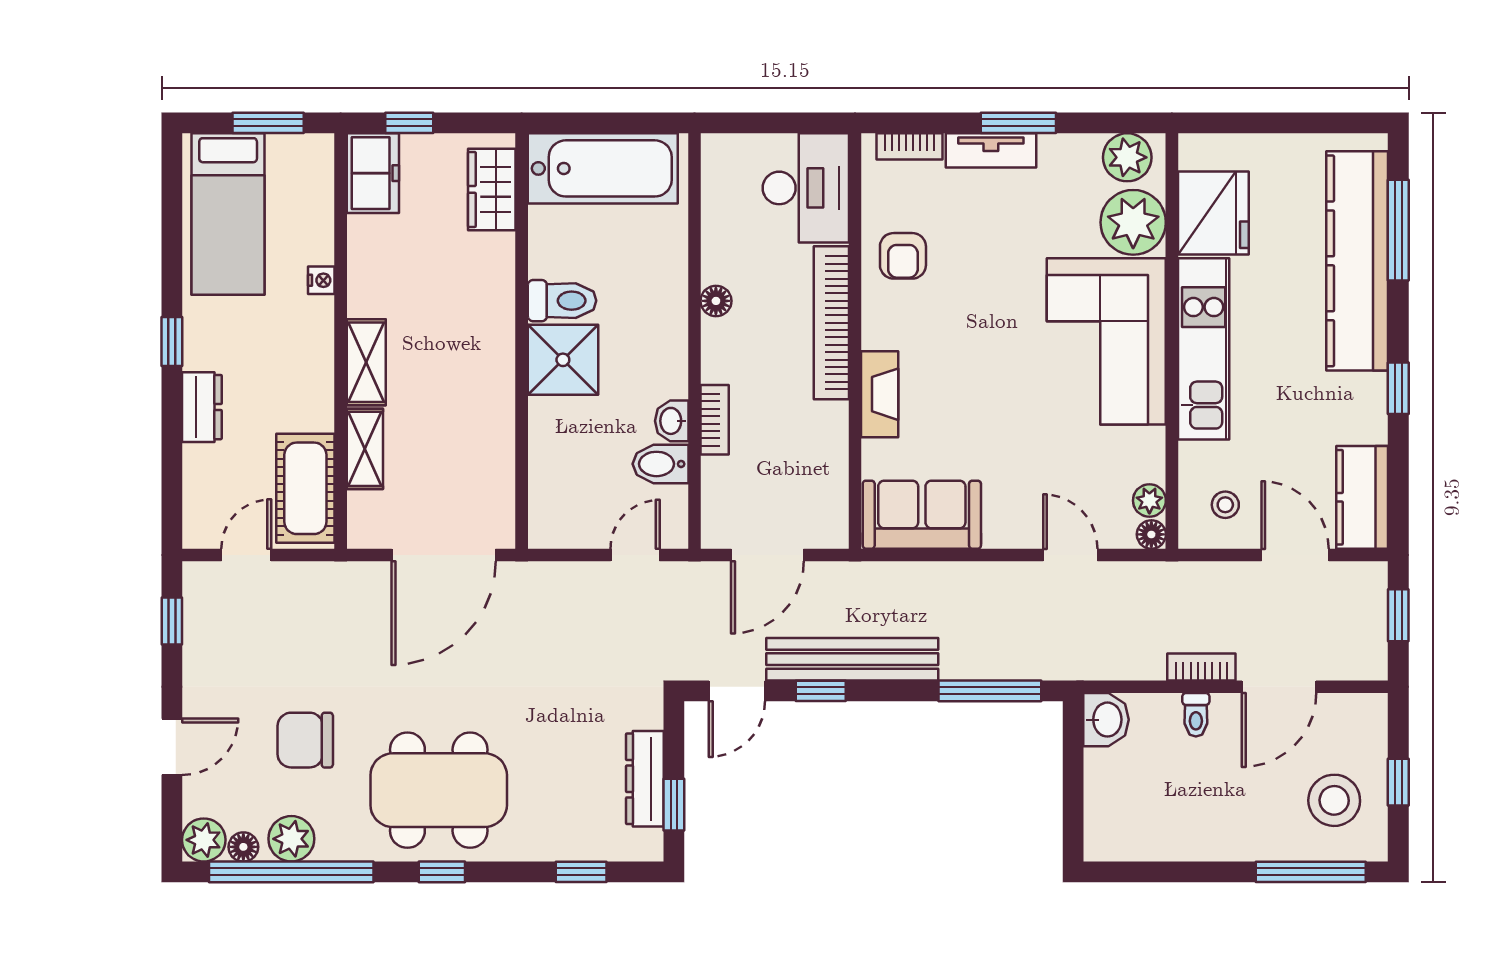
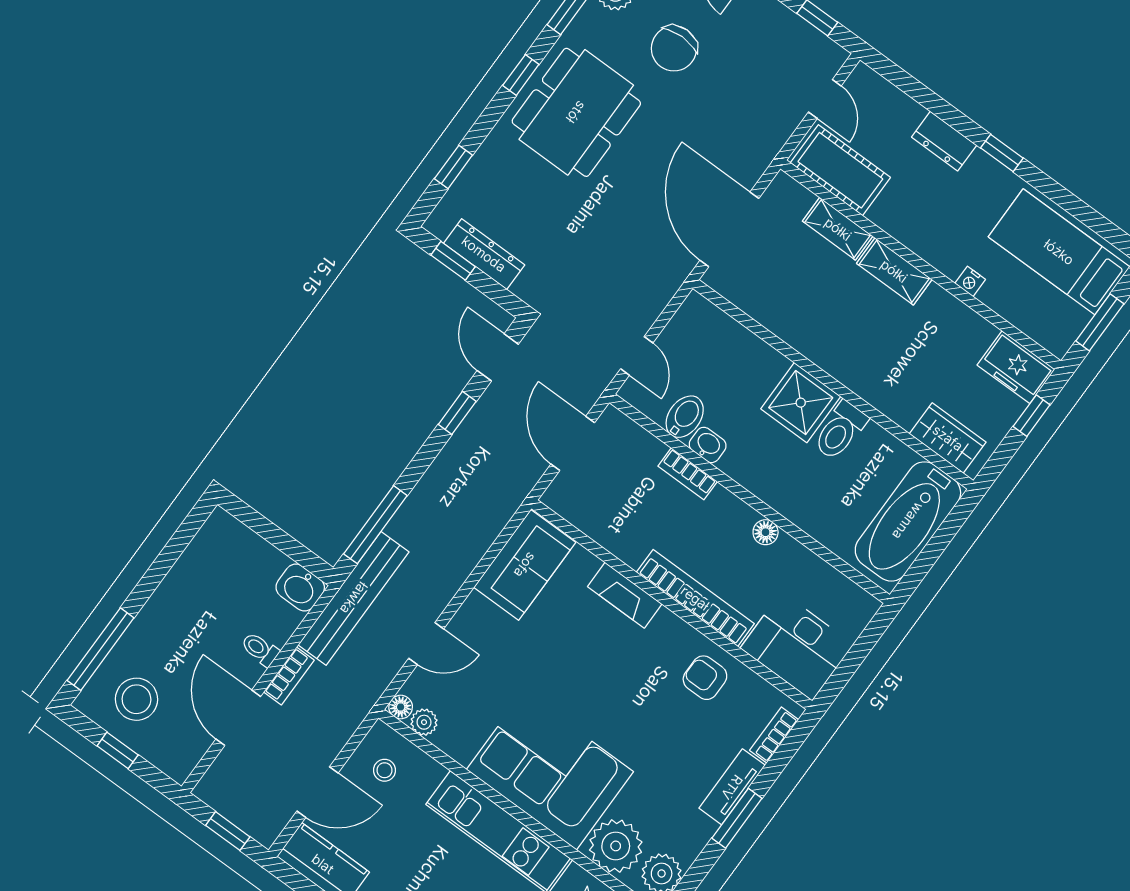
bench: (852, 659) -> (354, 598), moved
chair: (305, 740) -> (674, 48), turned 180

